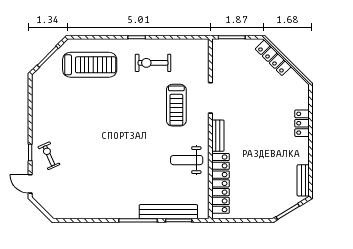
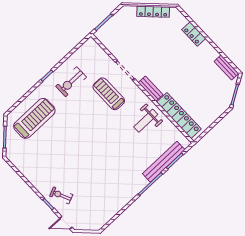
locker: (273, 58) -> (153, 12), moved
treadmill: (176, 105) -> (109, 94), turned 180

